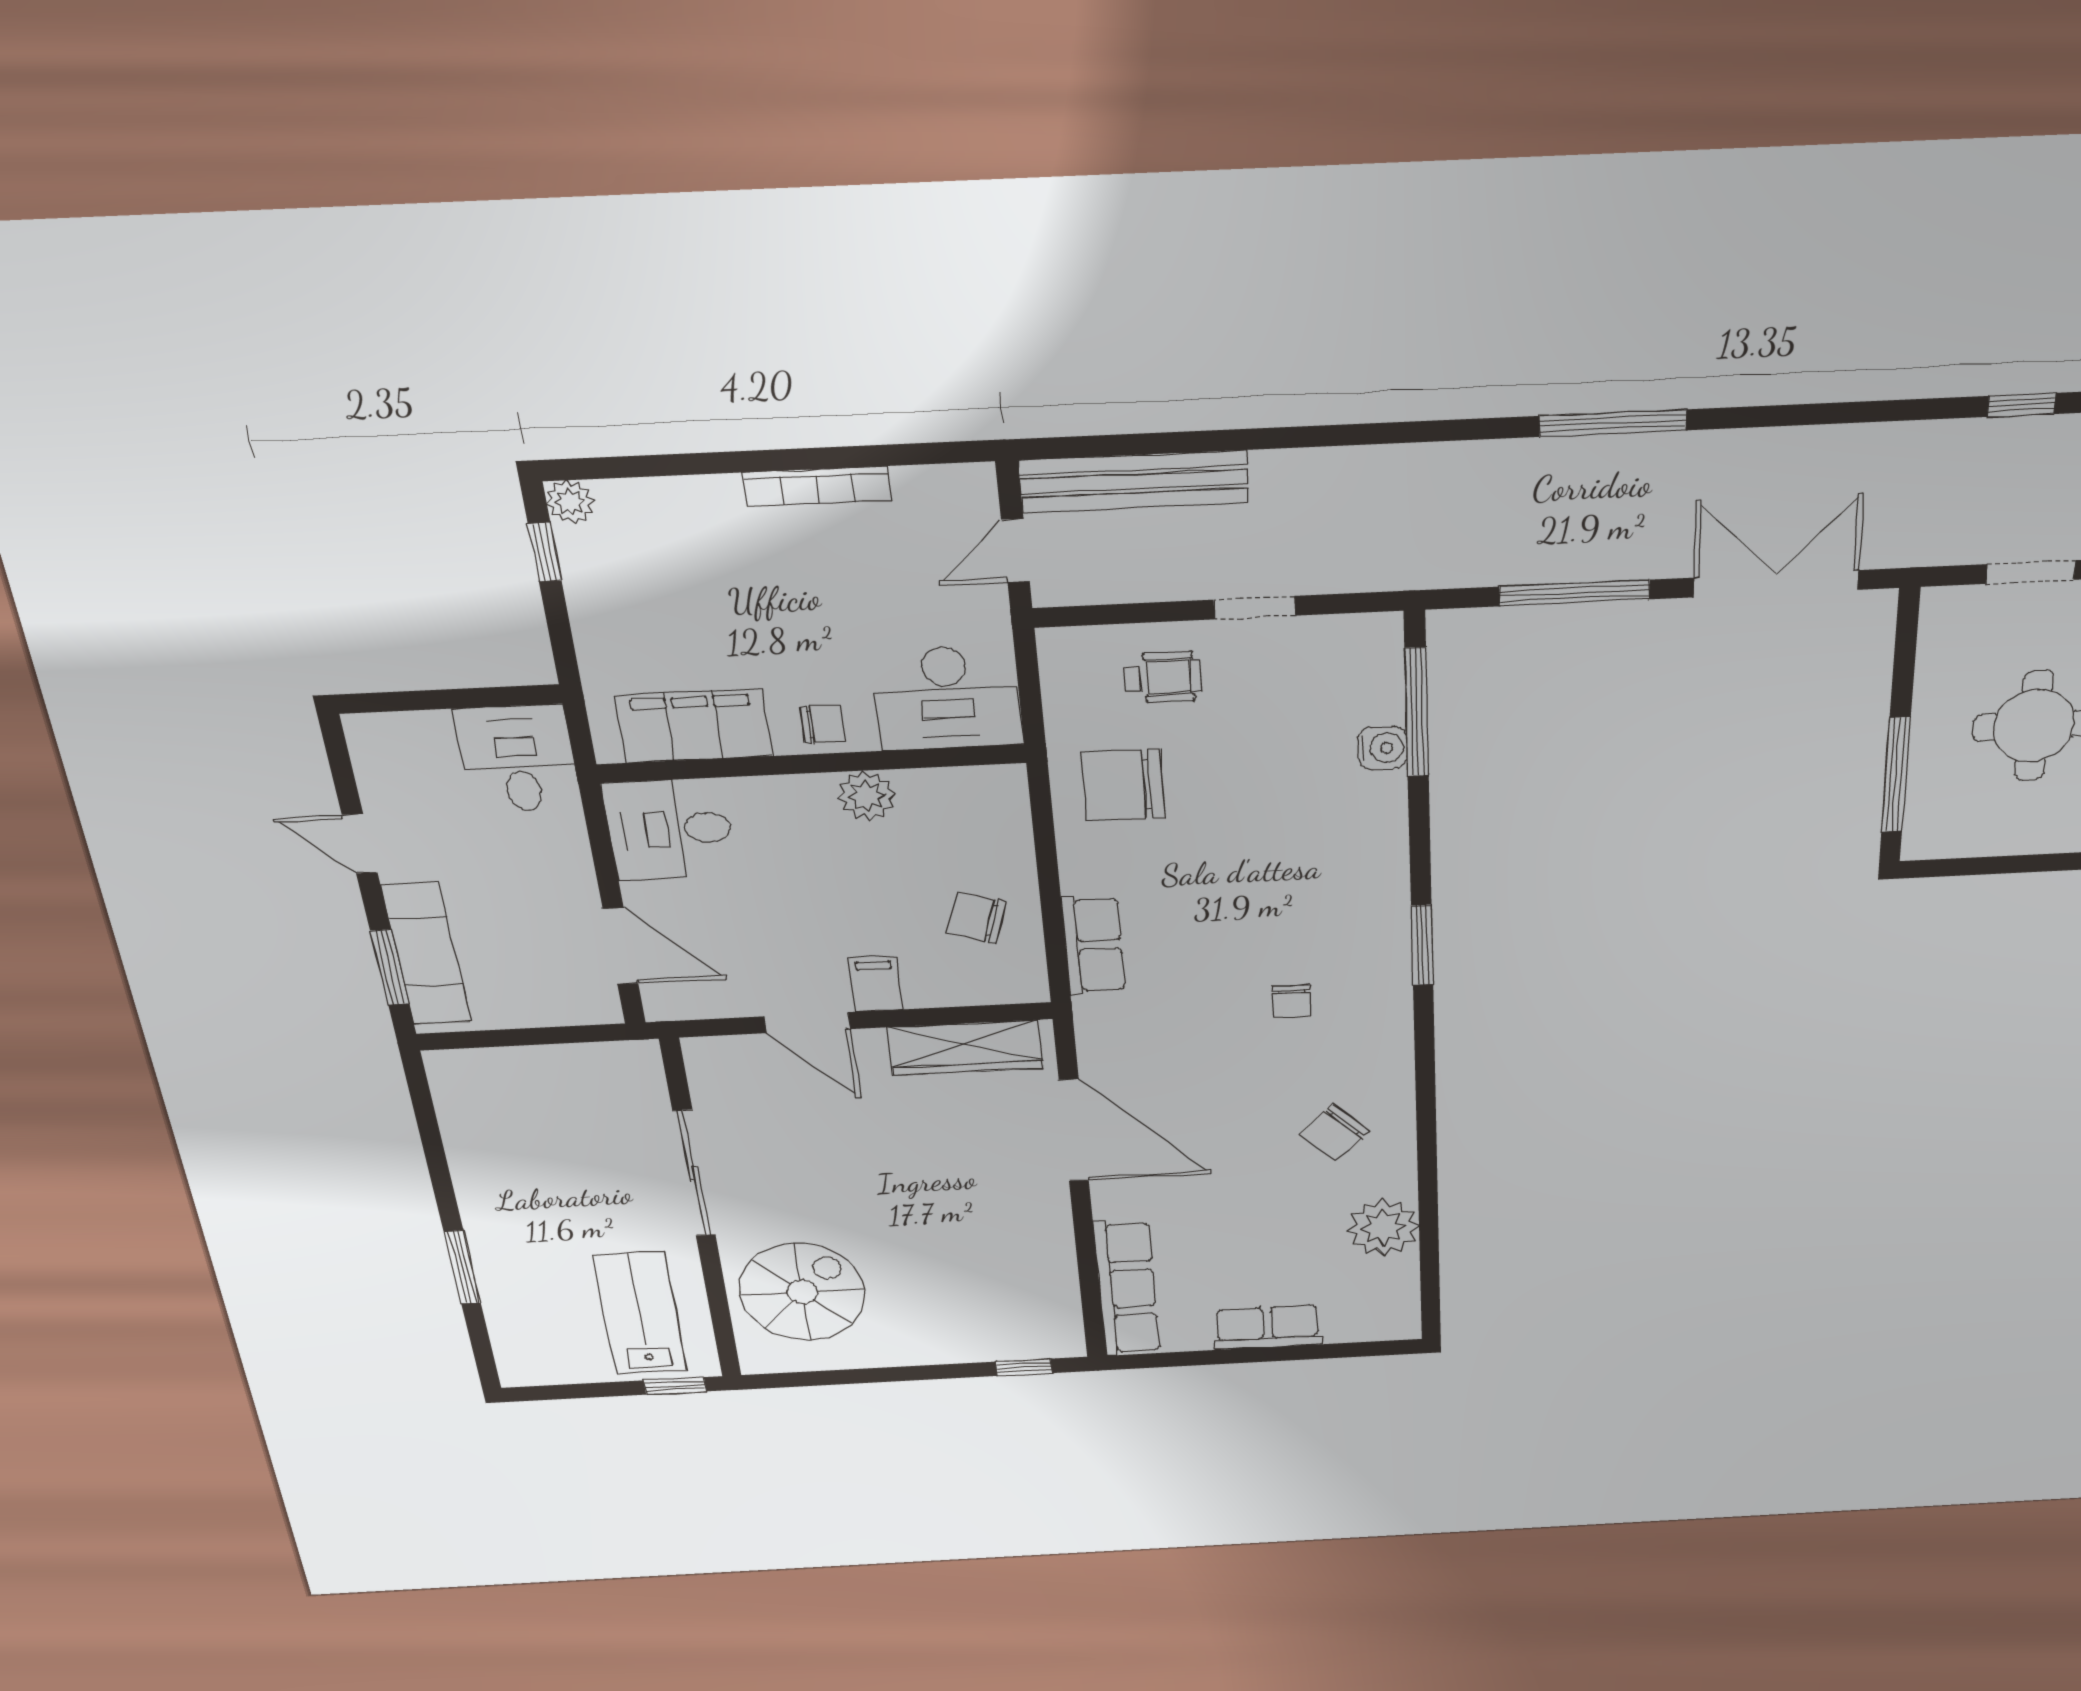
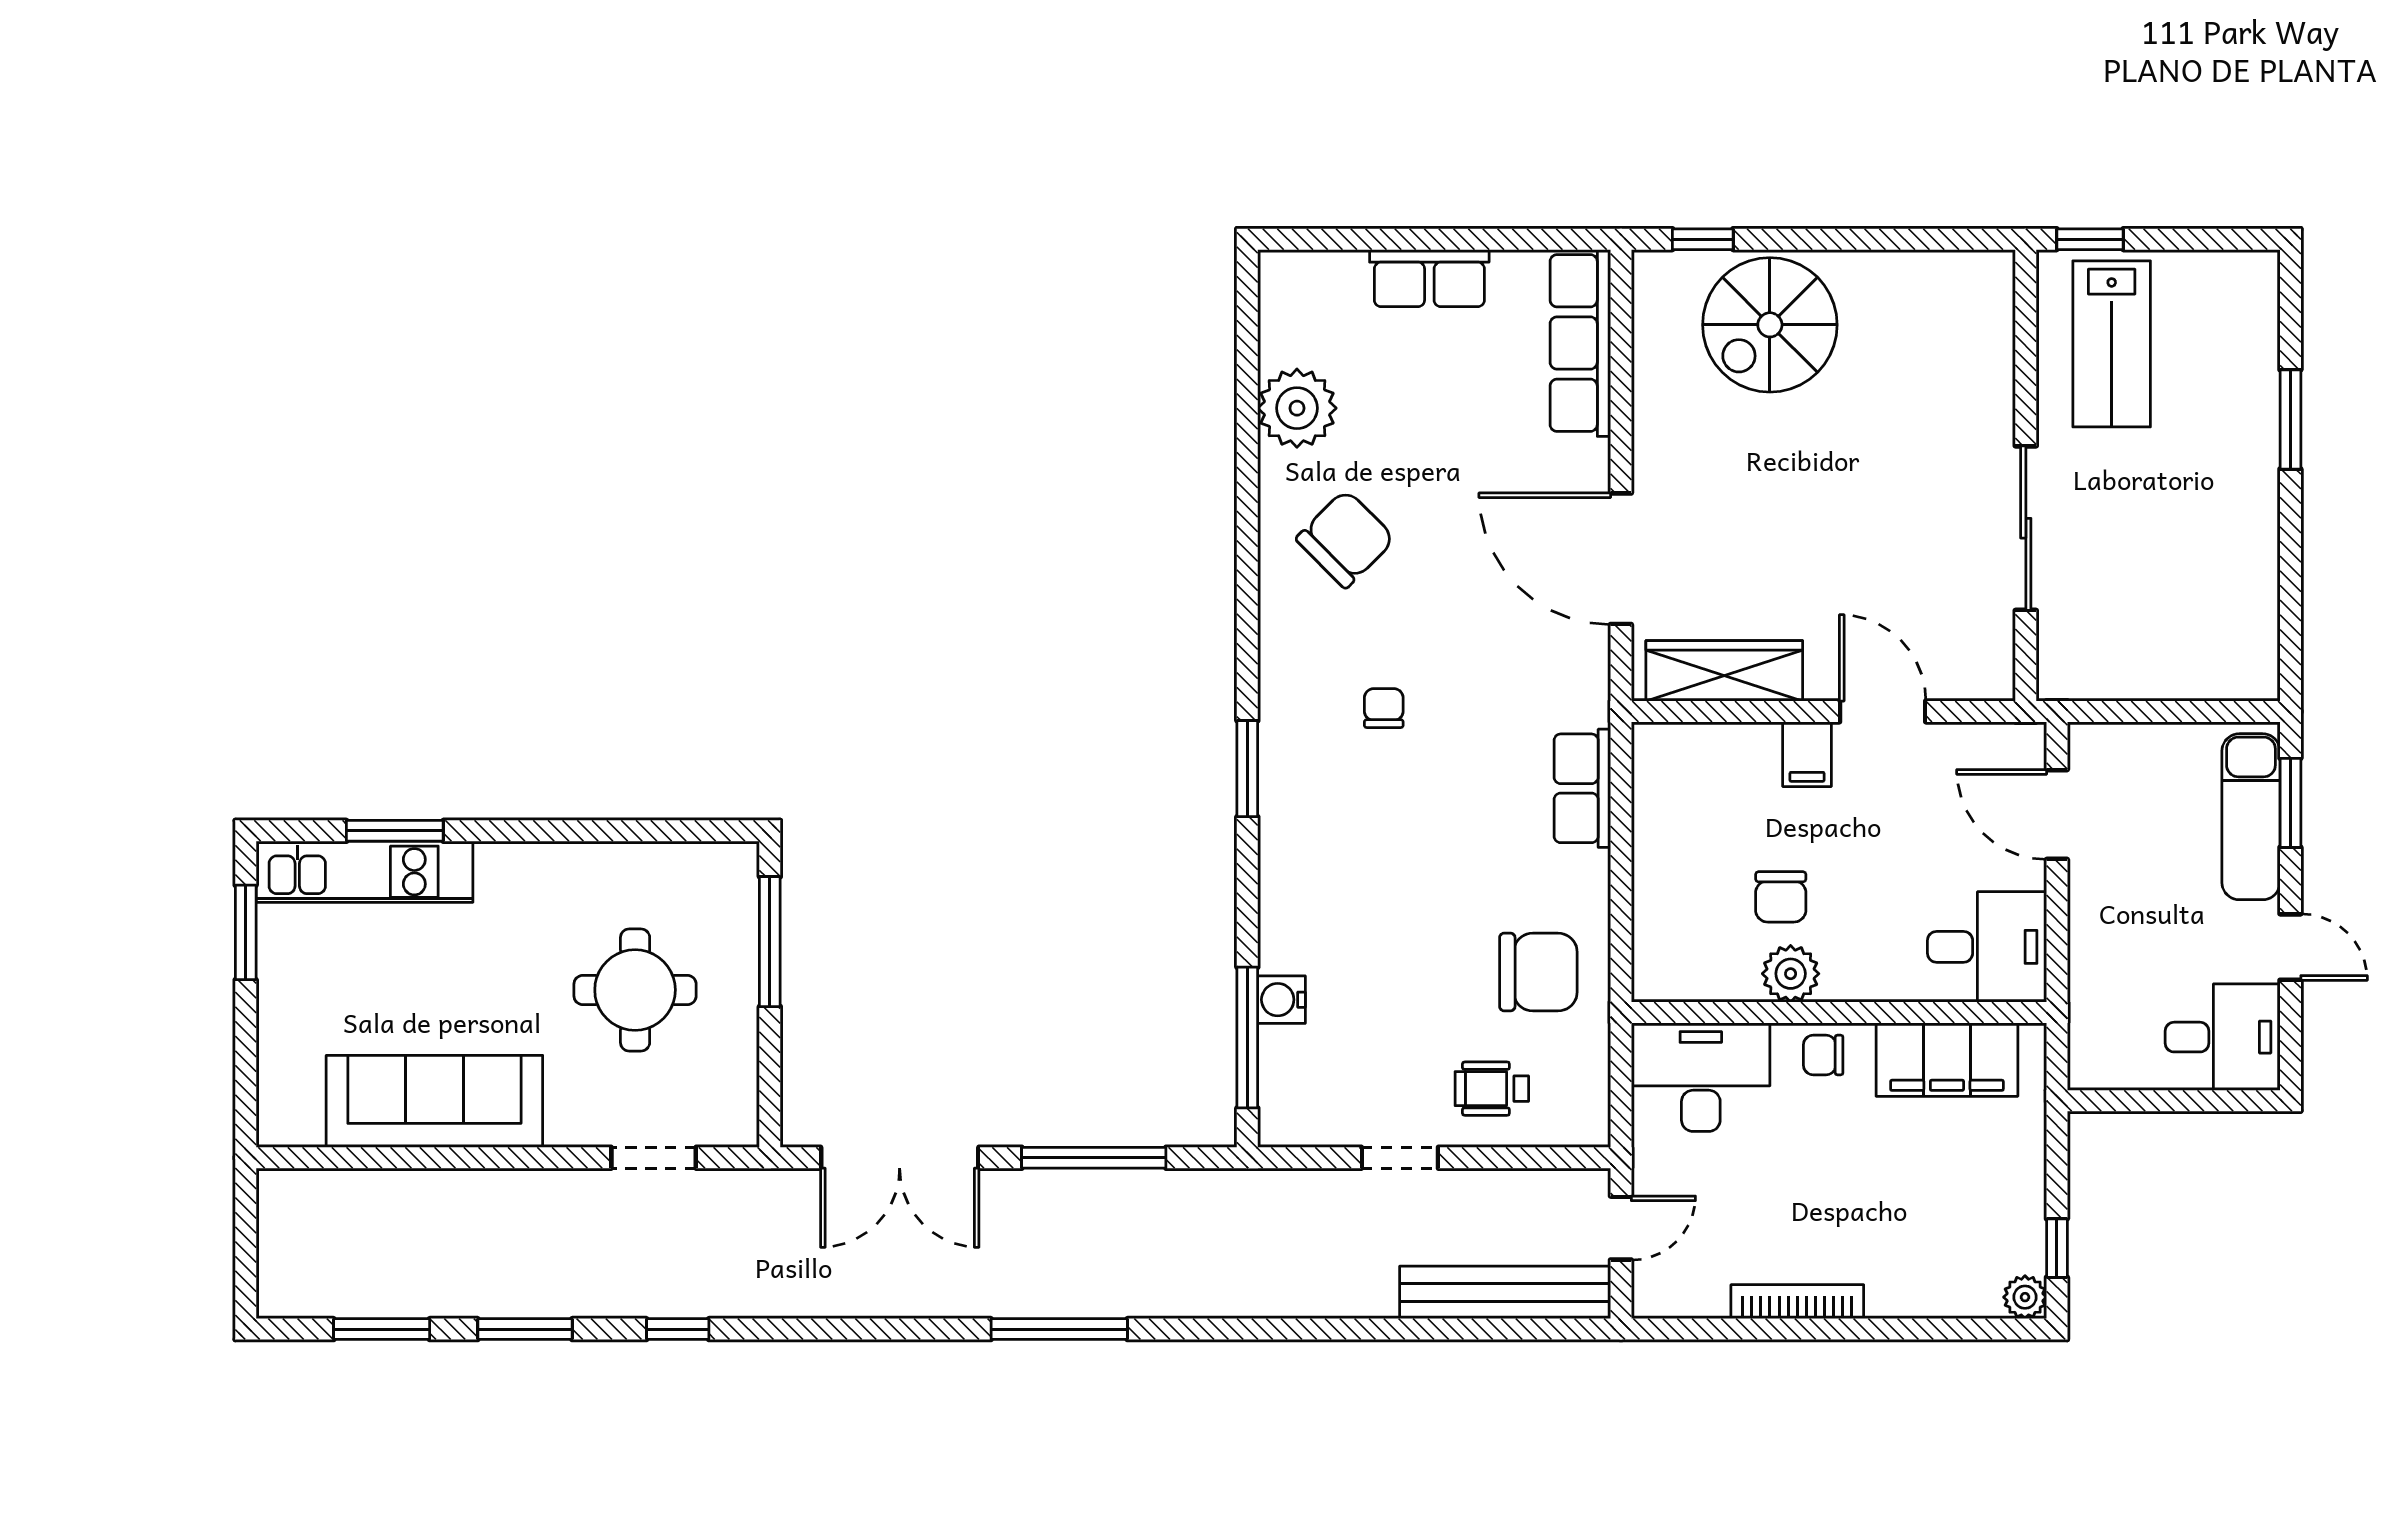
desk: (518, 759) -> (2223, 1037), moved, turned -90
chair: (977, 918) -> (1781, 897), moved, turned 73
chair: (1334, 1133) -> (1346, 539), width x1.37, depth x1.37
spiral stairs: (802, 1292) -> (1770, 325), moved

